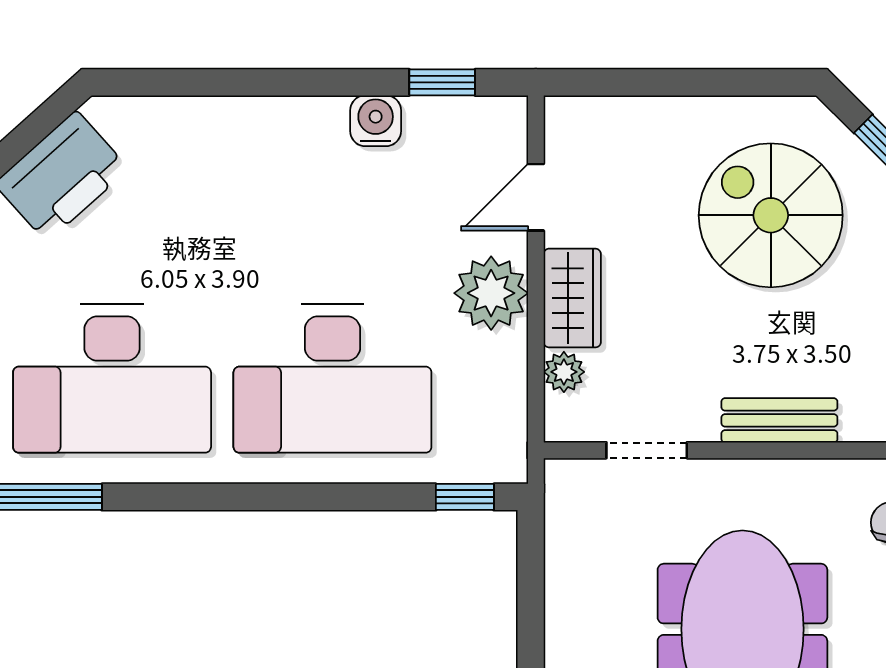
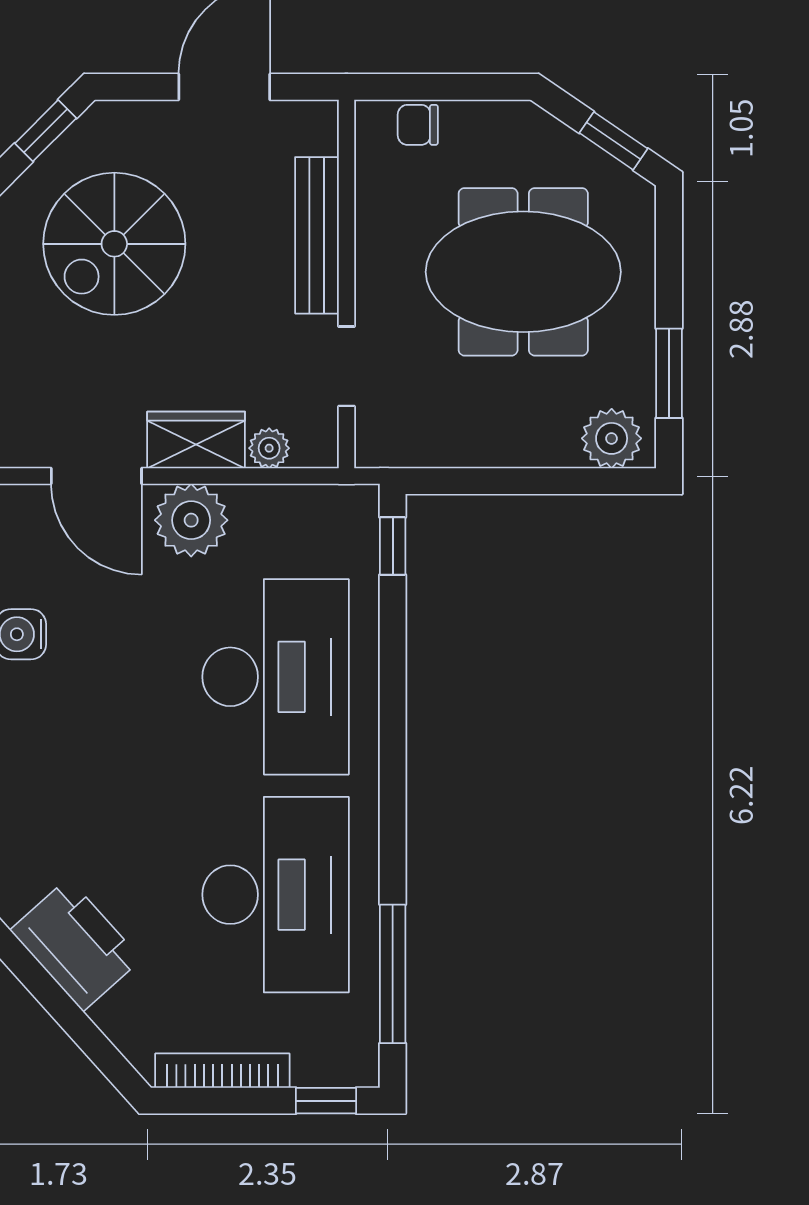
door: (536, 197) -> (96, 476), width x1.38
bench: (779, 420) -> (317, 235), width x1.36

